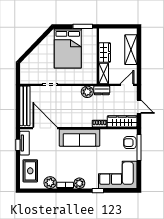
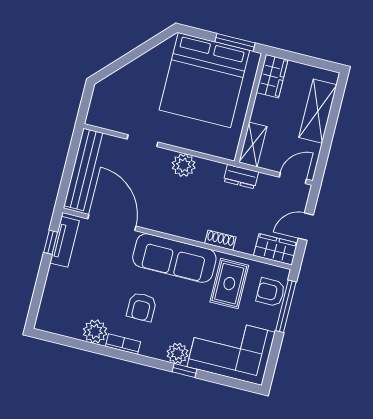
bed: (68, 48) -> (204, 80), width x1.36
wardrobe: (105, 52) -> (272, 76), moved
plant: (87, 92) -> (184, 165), moved
door: (139, 107) -> (306, 227), swing flipped
wardrobe: (122, 121) -> (275, 249), width x0.67
armchair: (70, 165) -> (142, 307), added
rug: (30, 171) -> (229, 284), moved
plant: (79, 183) -> (178, 353), moved

